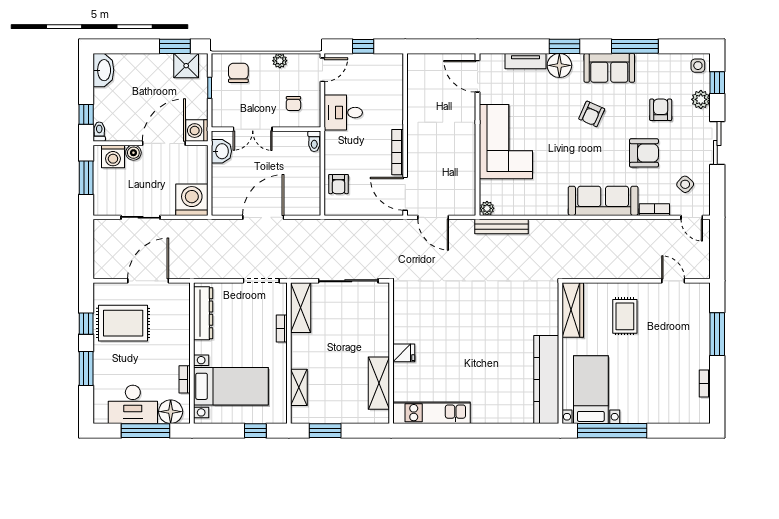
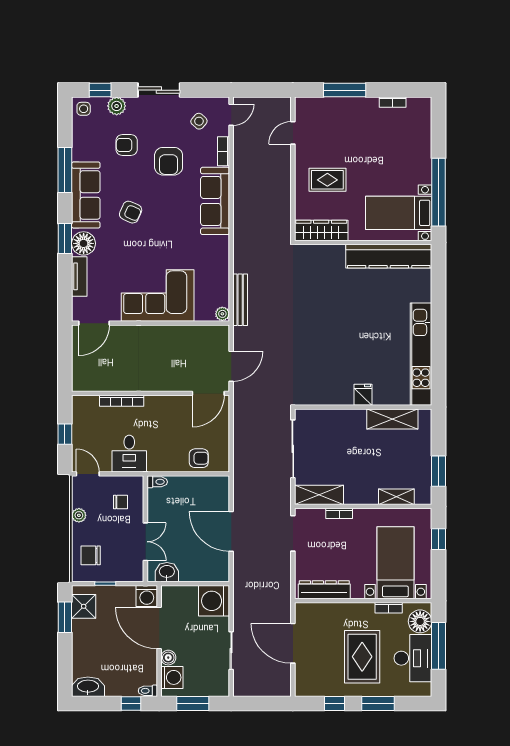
sofa: (609, 68) -> (86, 195), width x1.36
bookcase: (398, 152) -> (122, 401), moved
armchair: (644, 153) -> (169, 161), turned 180
rug: (123, 323) -> (362, 657), moved
kitchen unit: (431, 413) -> (421, 354), width x1.36

